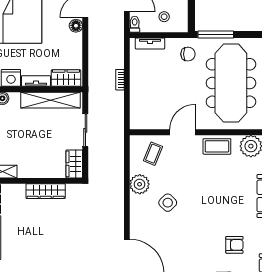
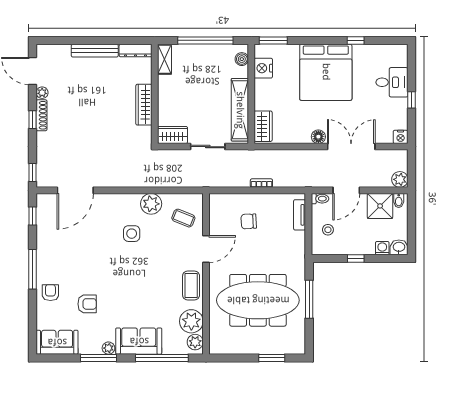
window: (216, 35) -> (309, 299), moved
chair: (188, 54) -> (249, 221), moved, turned 87
tv unit: (36, 81) -> (260, 95), removed
door: (182, 132) -> (206, 249), hinge flipped
side table: (168, 203) -> (132, 234), turned 45
armchair: (234, 245) -> (87, 304), turned -90

